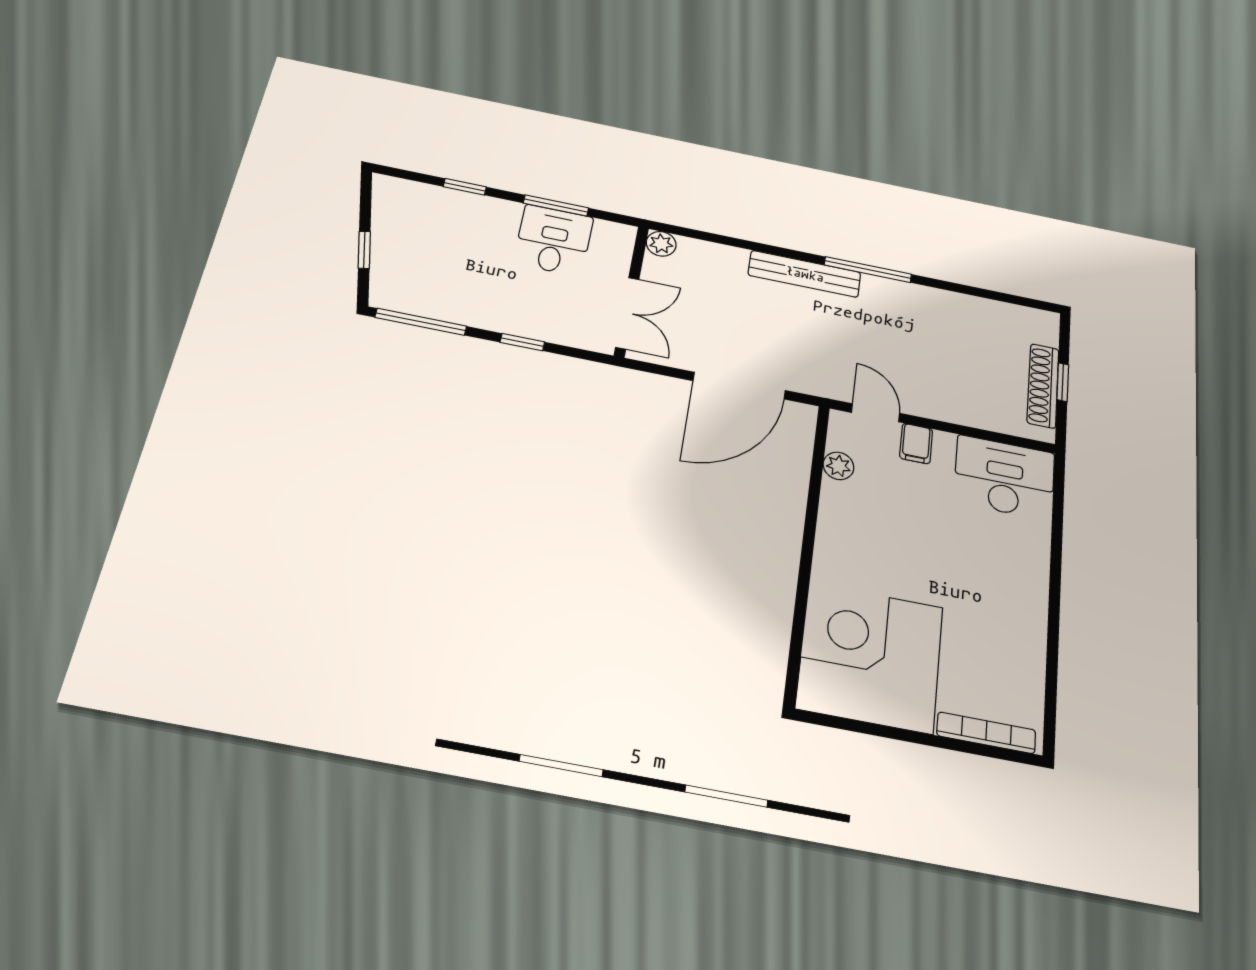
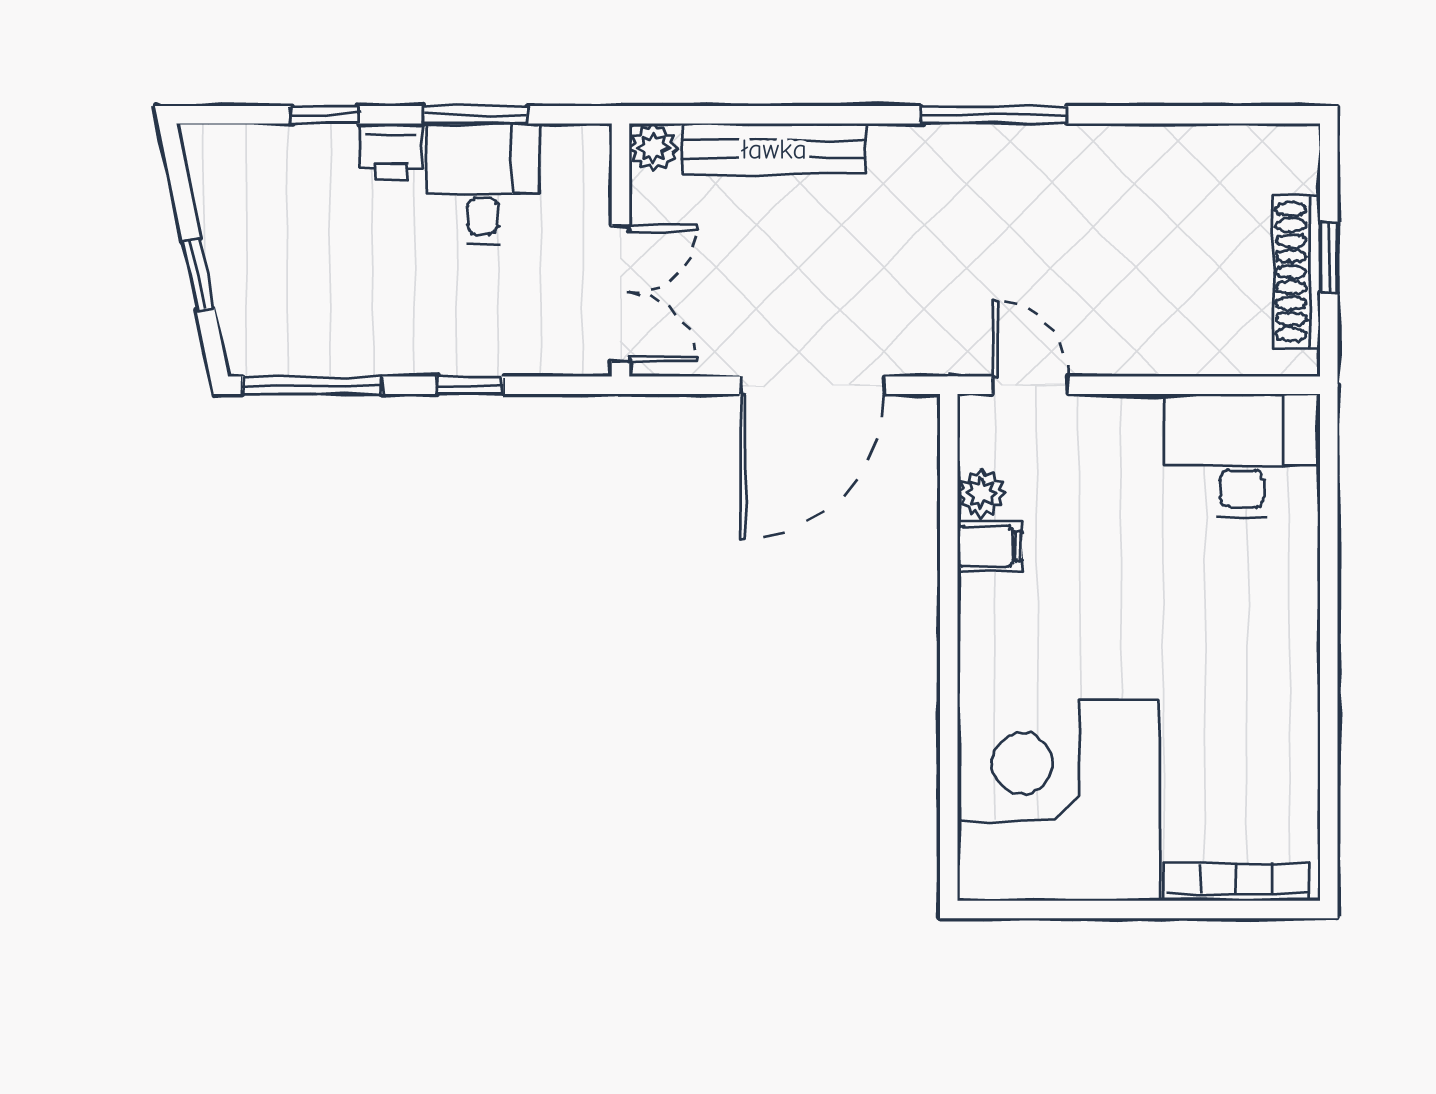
printer: (501, 213) -> (391, 152), added
bench: (805, 274) -> (774, 149), moved
filing cabinet: (916, 444) -> (990, 546), moved, turned -90

